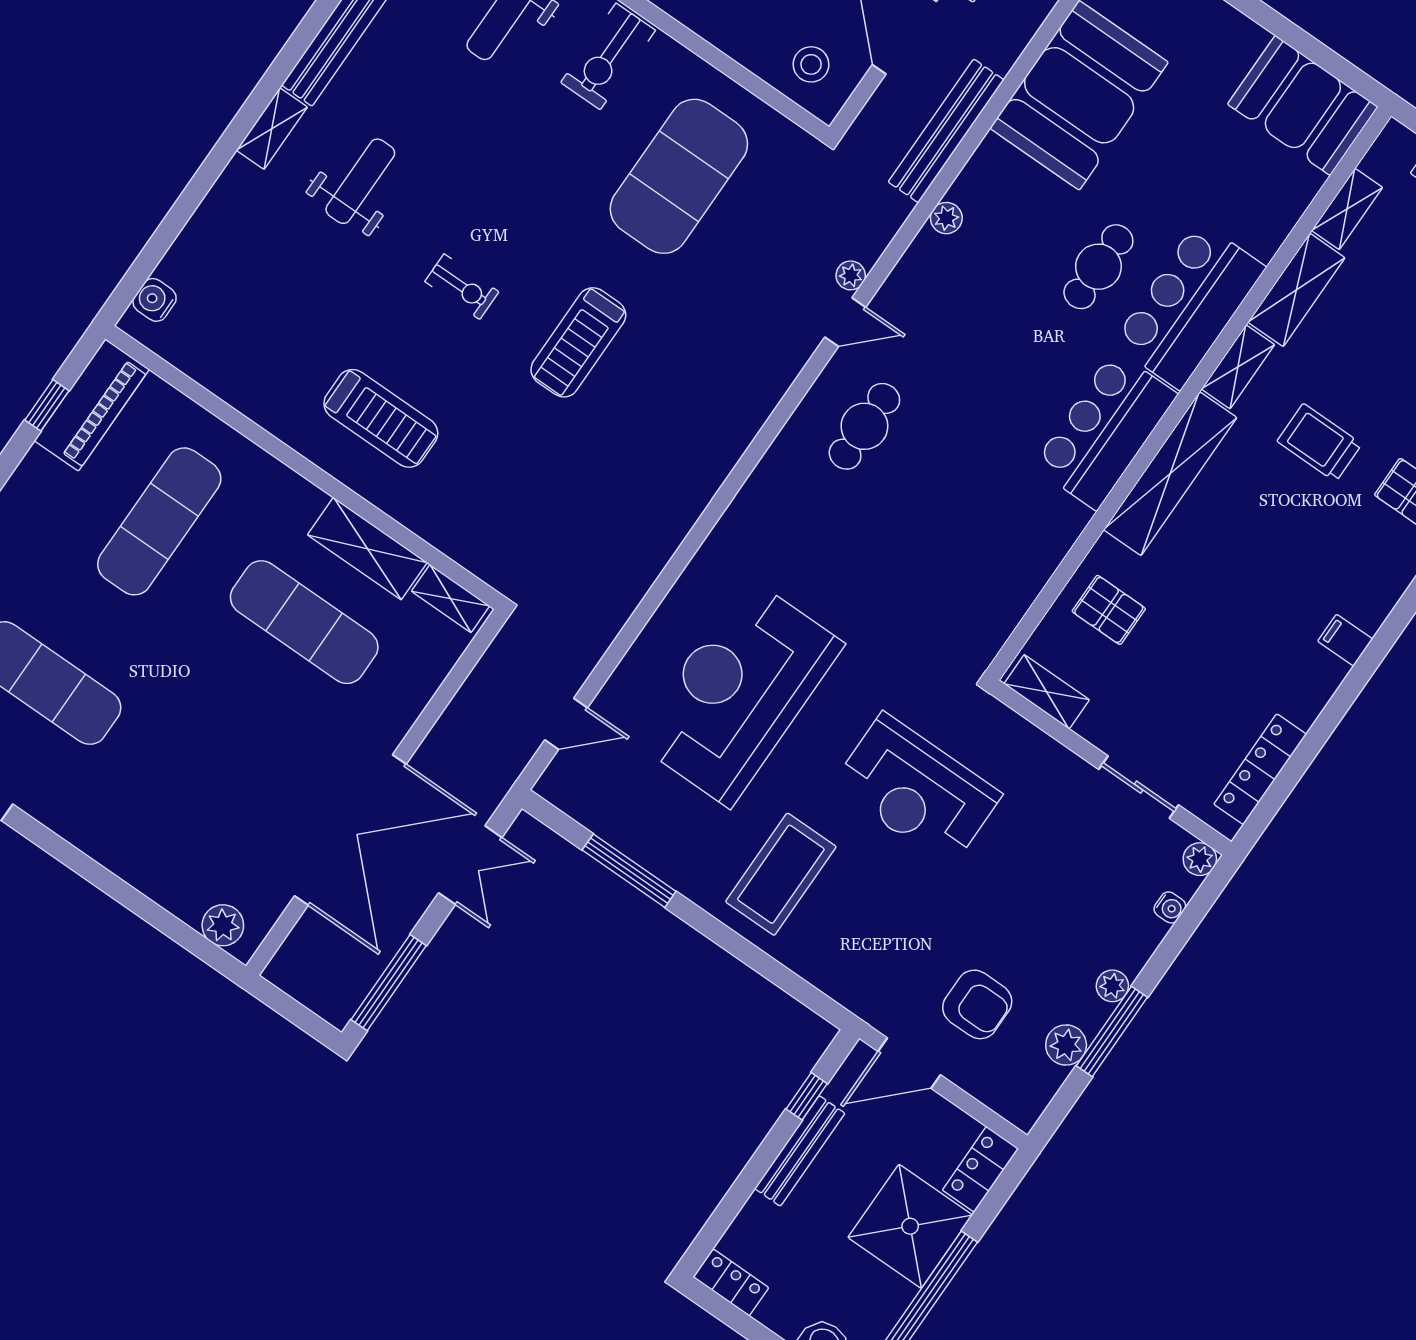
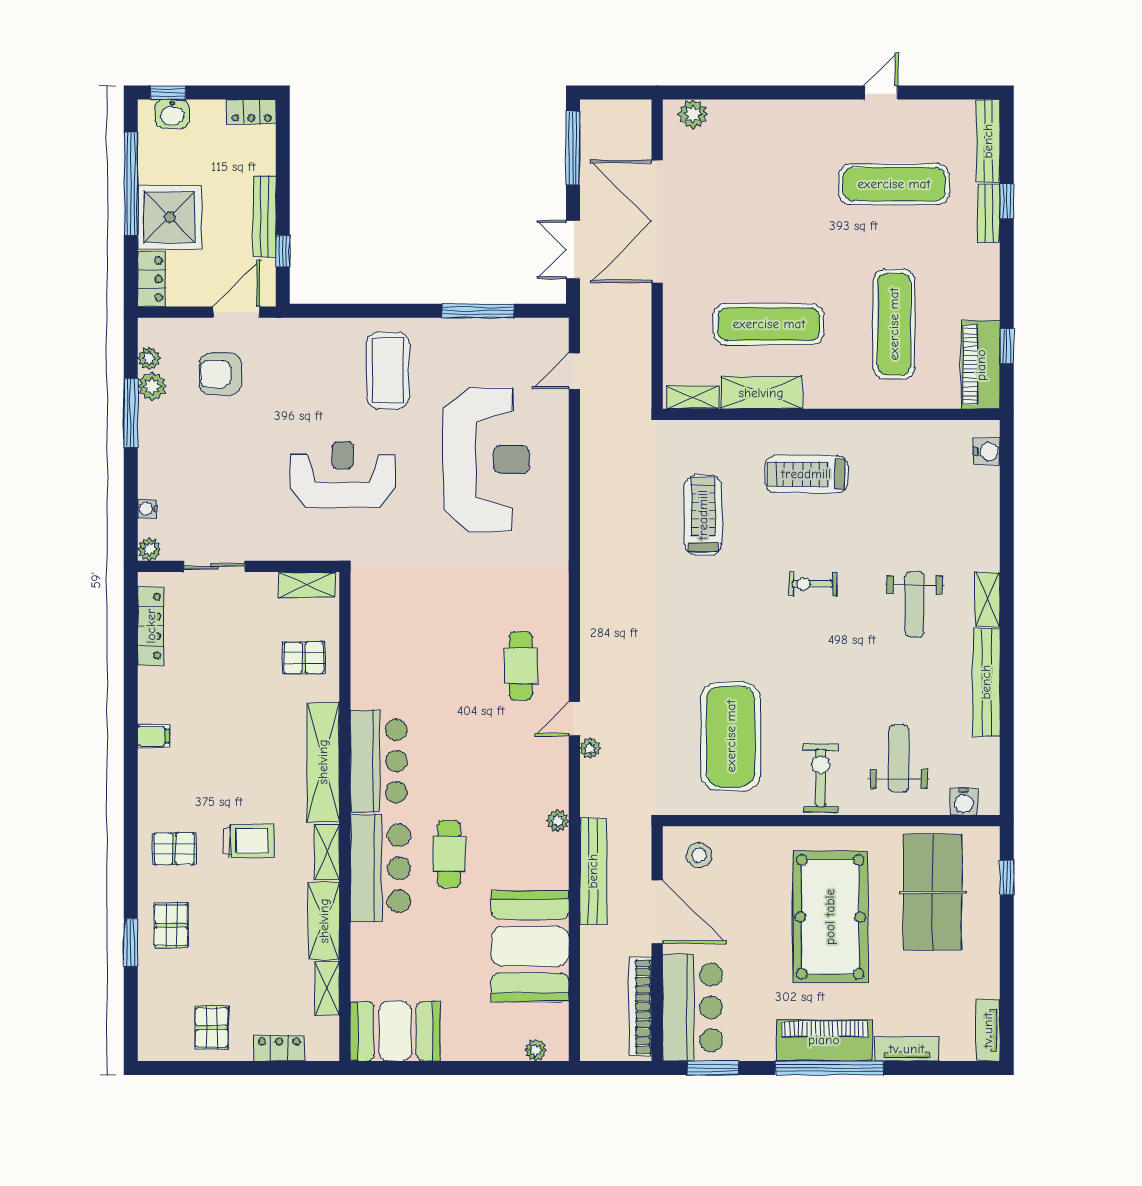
treadmill: (578, 342) -> (703, 515), moved
plant: (1112, 986) -> (149, 358), moved

